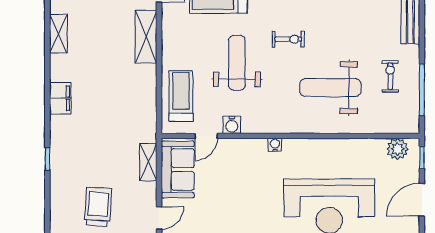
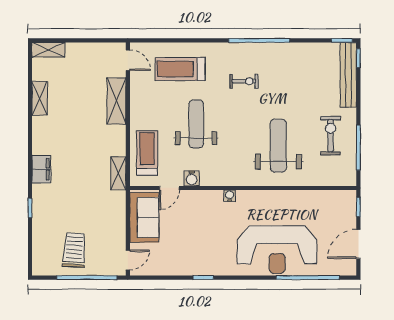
exercise bike: (288, 39) -> (244, 81), moved
exercise bike: (390, 76) -> (331, 136), width x1.38, depth x1.39
weight bench: (330, 88) -> (278, 146), turned 90
filing cabinet: (60, 98) -> (41, 169), moved
plant: (398, 149) -> (337, 199), removed
shelving: (148, 162) -> (118, 173), moved

